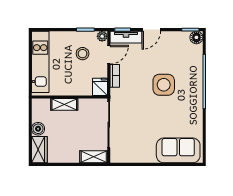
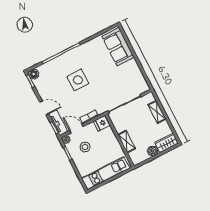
shelving: (94, 157) -> (157, 112), moved

